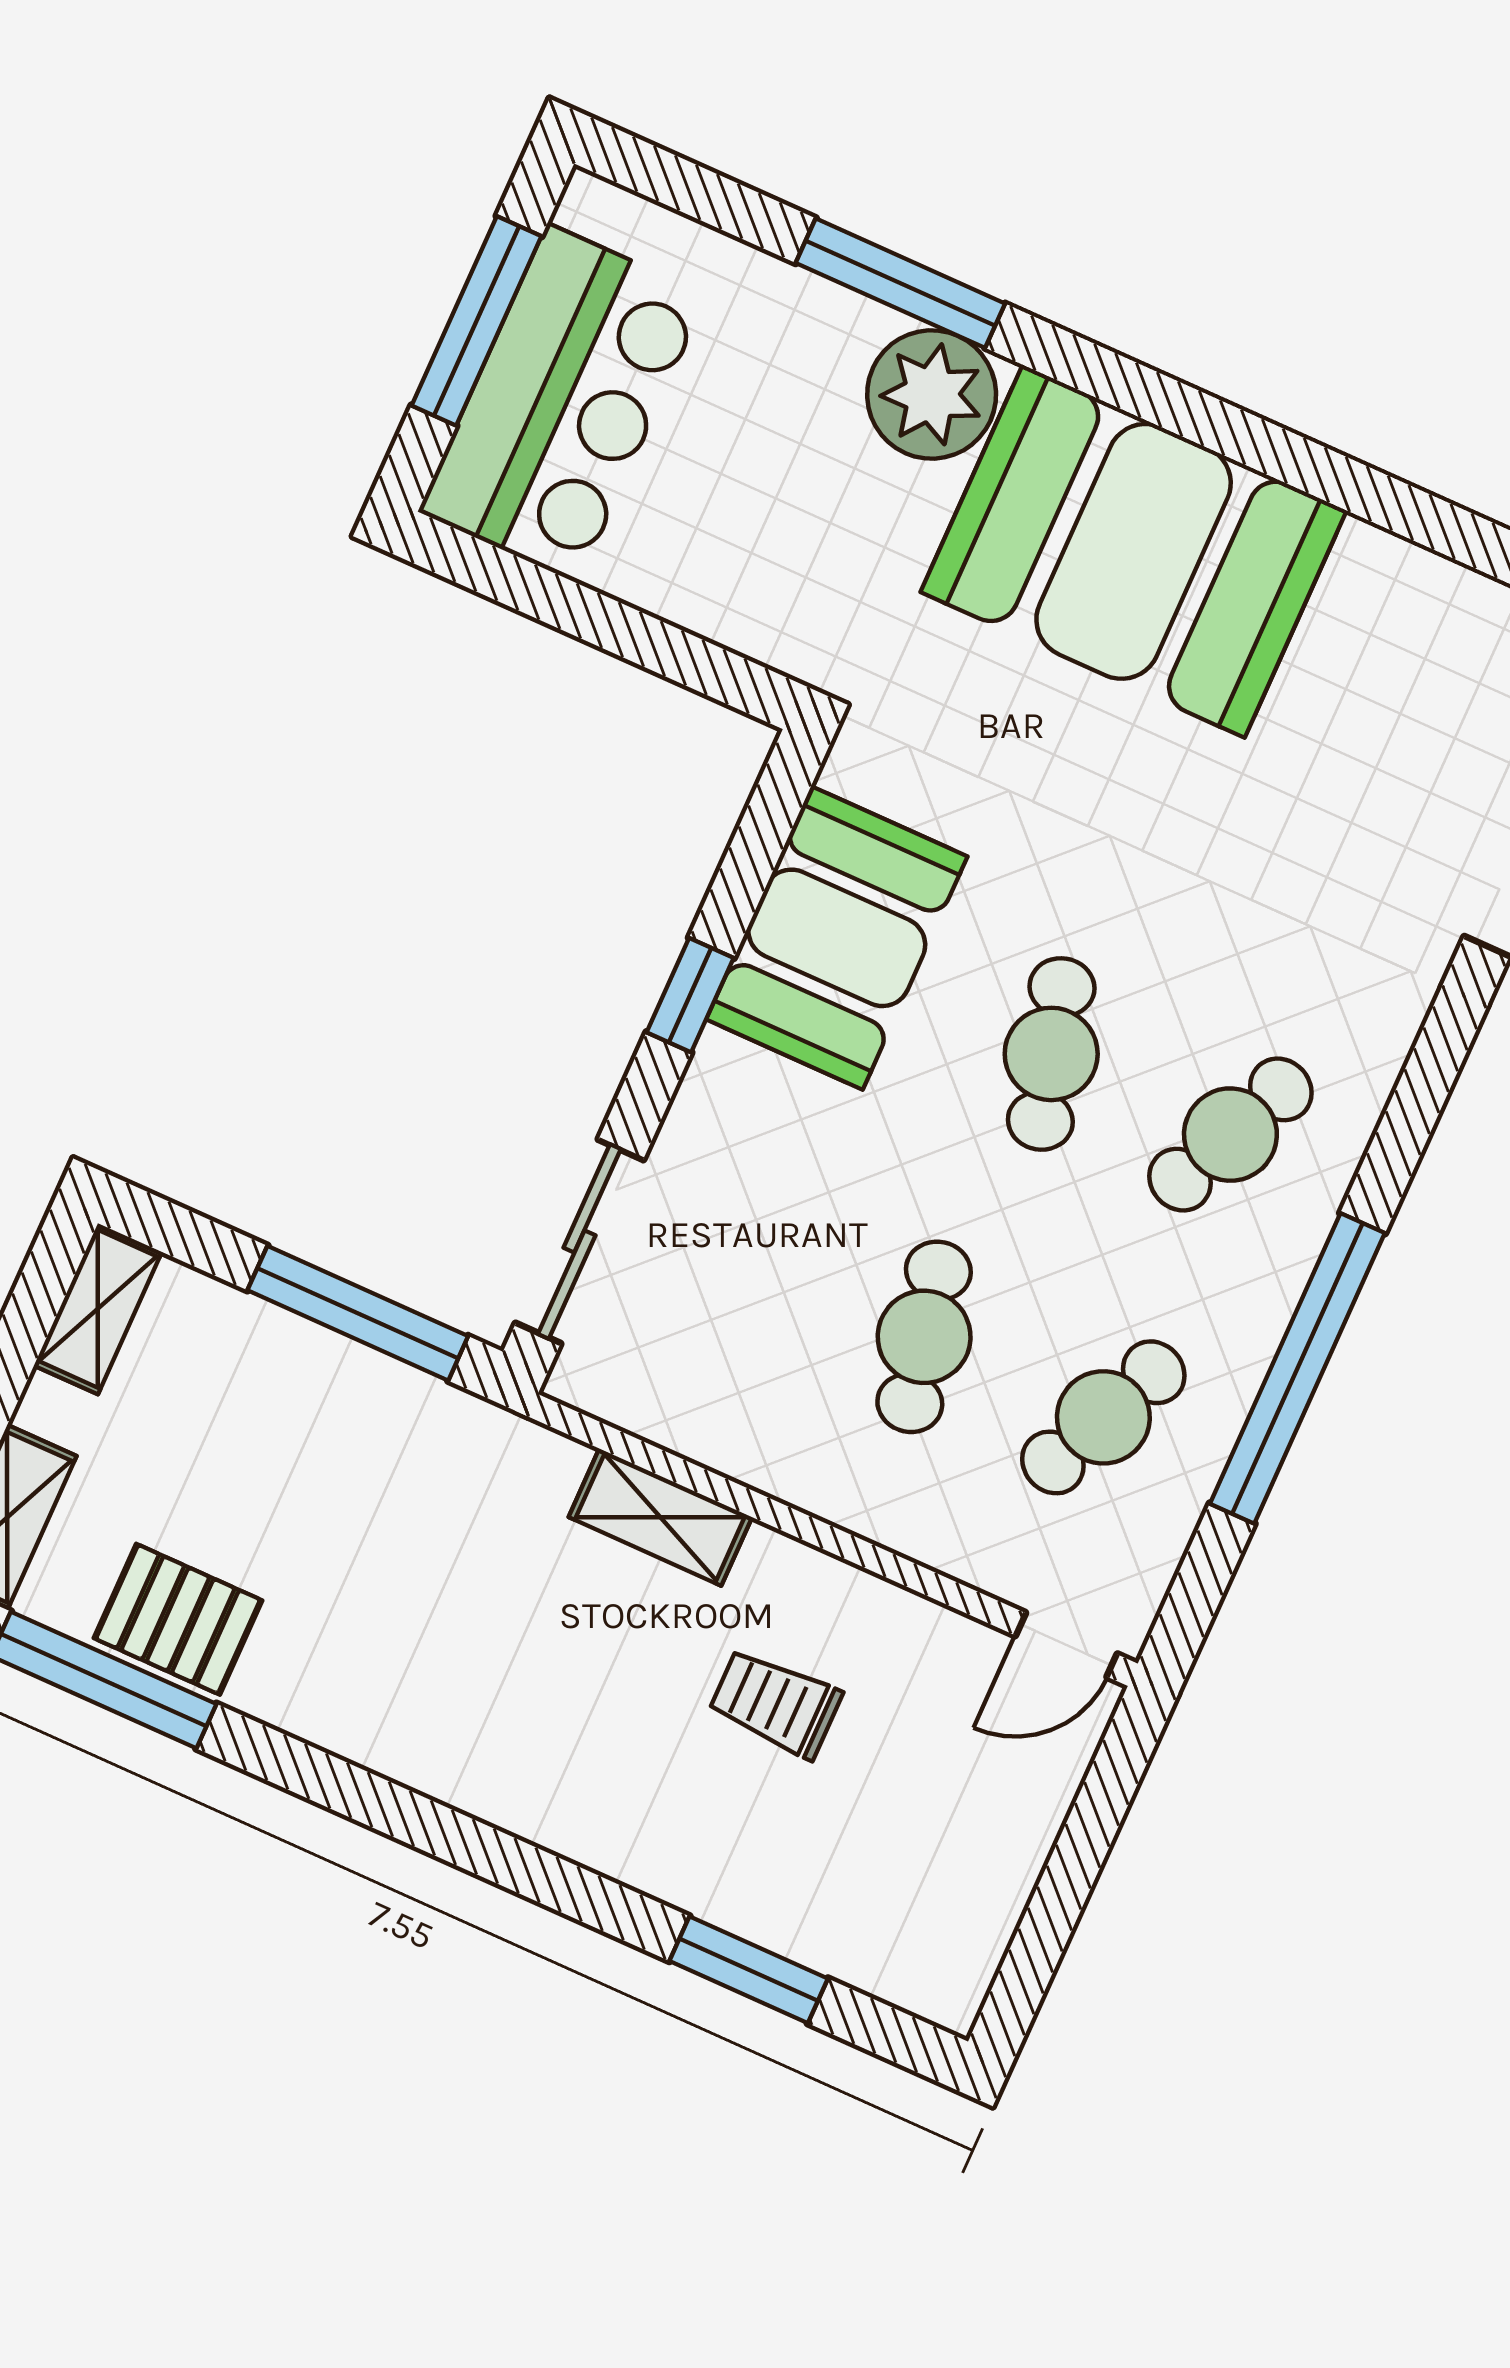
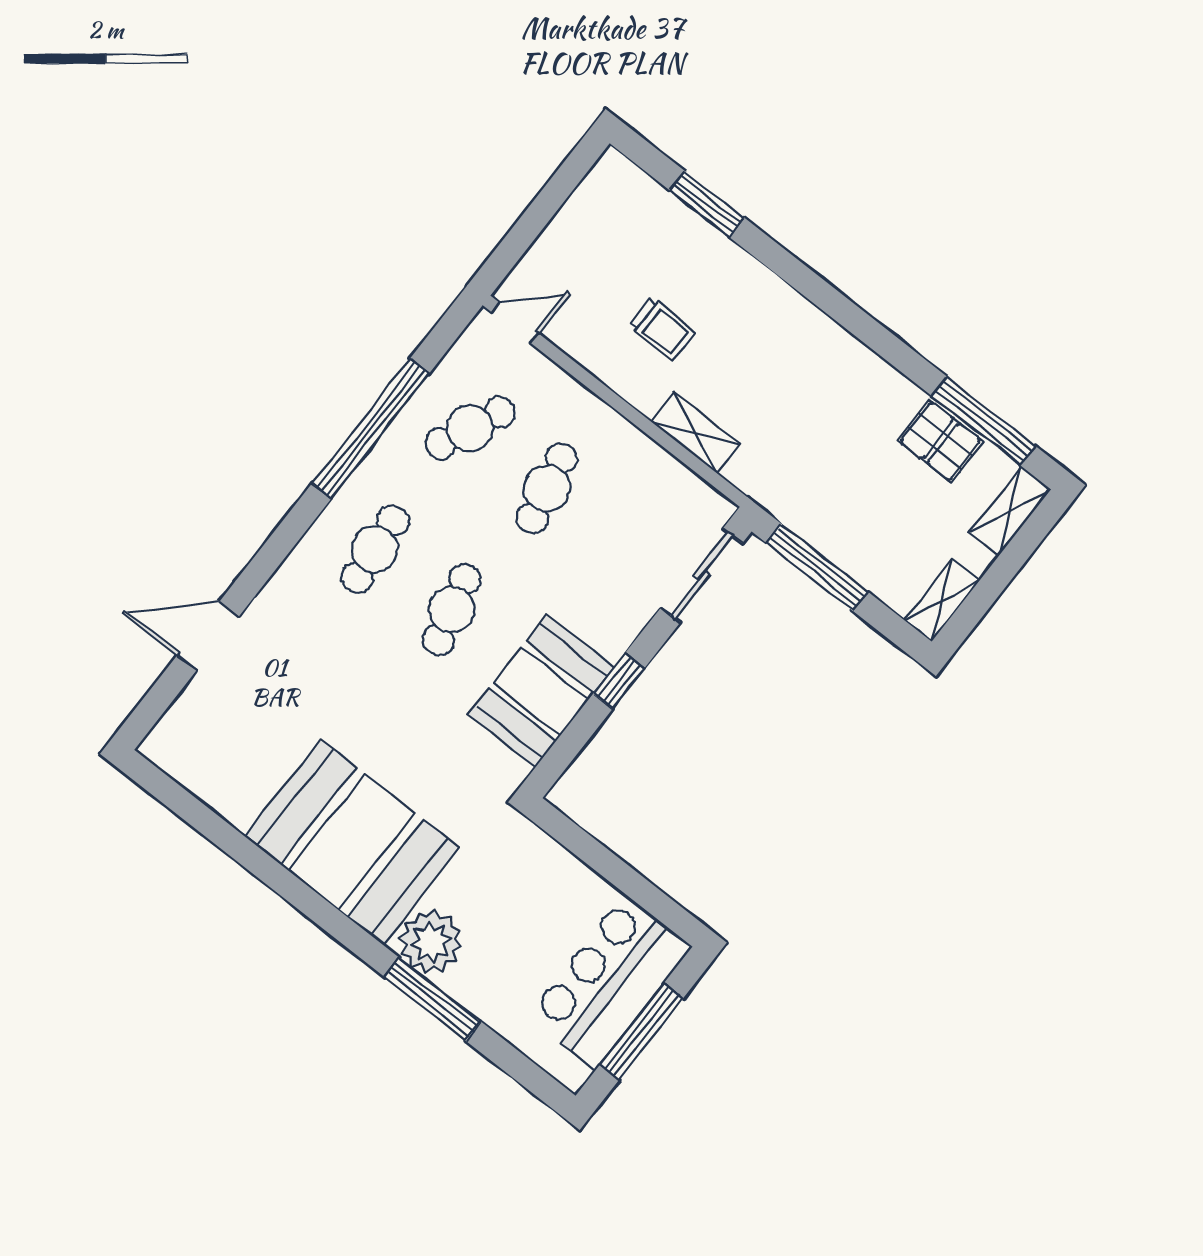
cafe table: (1230, 1135) -> (375, 549), turned -30

